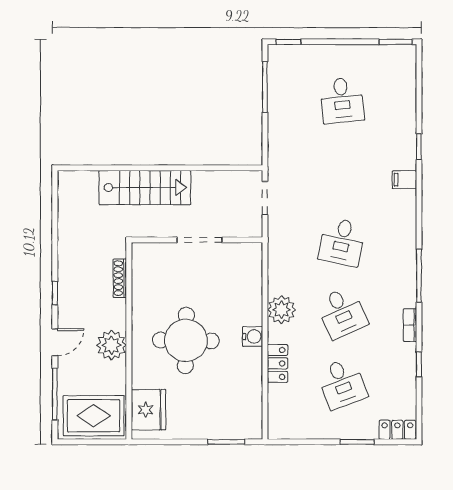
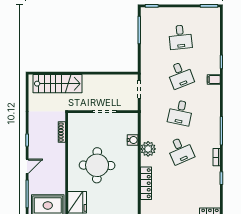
stairs: (145, 187) -> (58, 84), moved
water cooler: (253, 337) -> (133, 140), moved
plant: (112, 345) -> (57, 168), removed
locker: (277, 363) -> (146, 183), width x1.53
desk: (342, 383) -> (180, 75), moved

